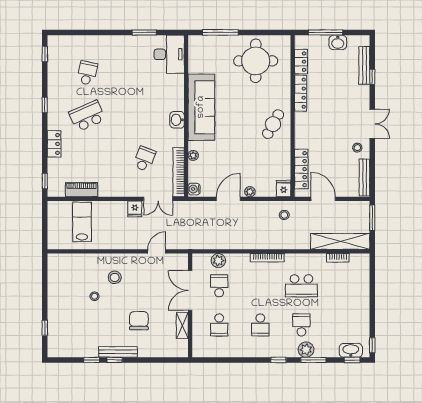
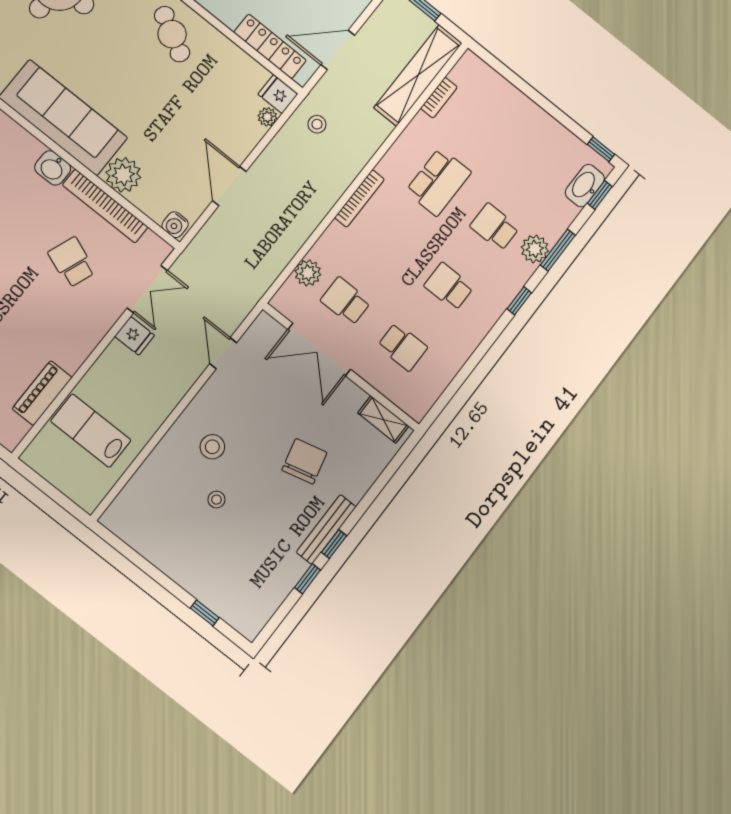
plant: (193, 155) -> (123, 175), width x1.87, depth x1.87
bookcase: (179, 172) -> (105, 206), moved
plant: (250, 192) -> (267, 117), moved
chair: (139, 321) -> (304, 461), turned 76
school desk: (260, 325) -> (449, 287), turned 180
shelving: (182, 326) -> (383, 420), moved

